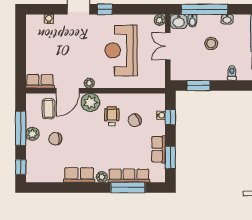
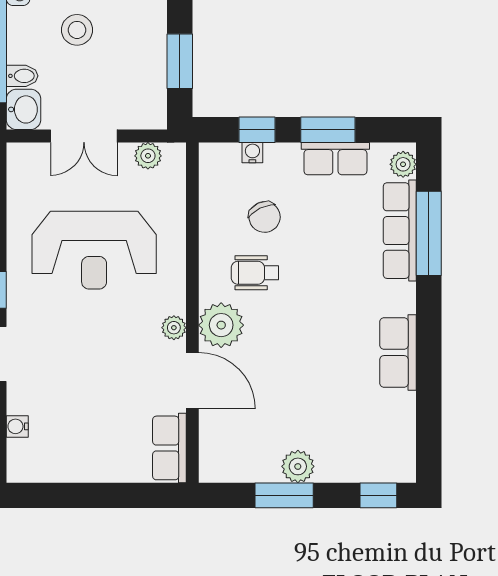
plant: (160, 20) -> (148, 156), moved
coffee table: (49, 109) -> (237, 427), removed
window: (21, 128) -> (284, 495), width x0.69
chair: (55, 139) -> (310, 411), removed
window: (170, 157) -> (328, 130), moved
plant: (102, 177) -> (403, 164), moved

